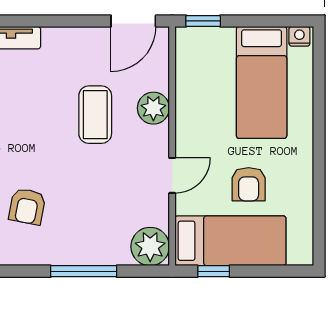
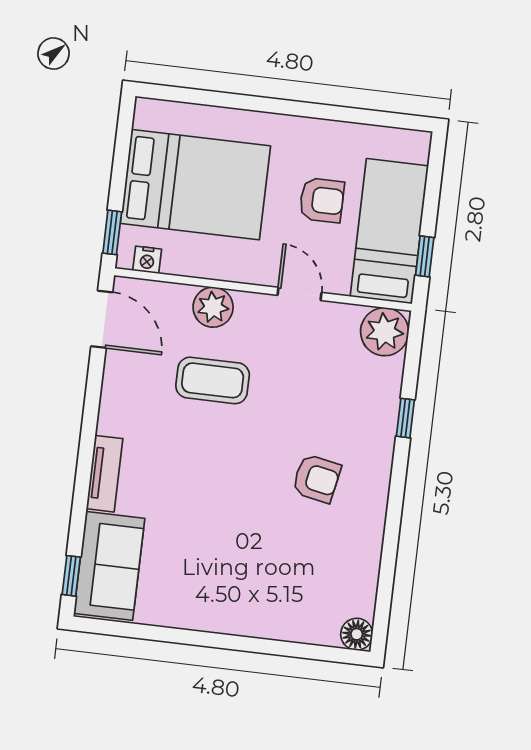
nightstand: (299, 36) -> (147, 260), moved, turned -90
bed: (262, 82) -> (195, 185), width x1.50
window: (84, 271) -> (405, 418), width x0.46

